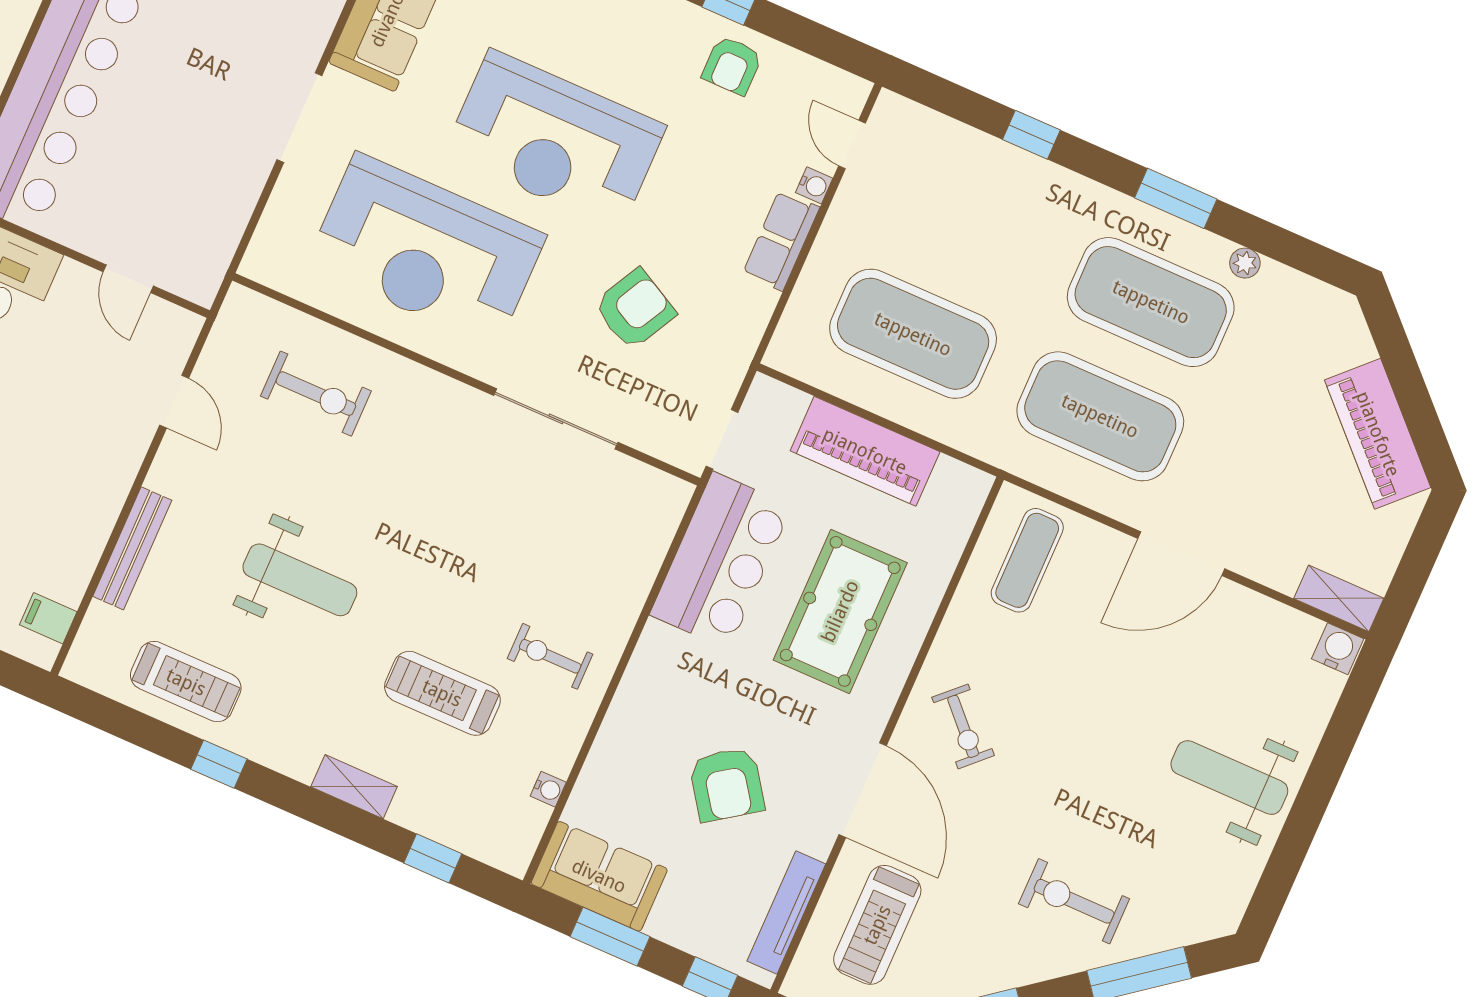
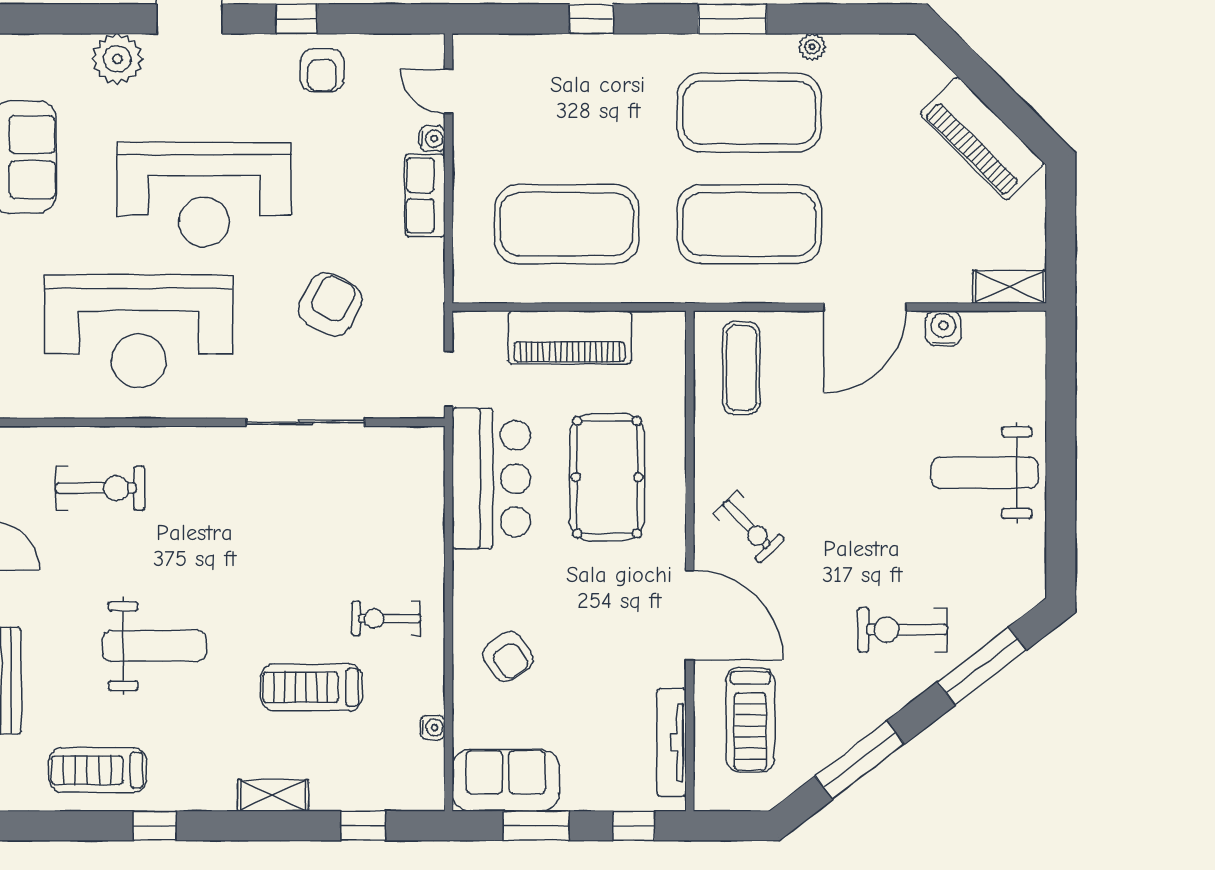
water cooler: (1338, 649) -> (943, 328), moved
treadmill: (186, 682) -> (98, 770), turned 180
armchair: (727, 784) -> (508, 657), moved, width x0.72, depth x0.72

